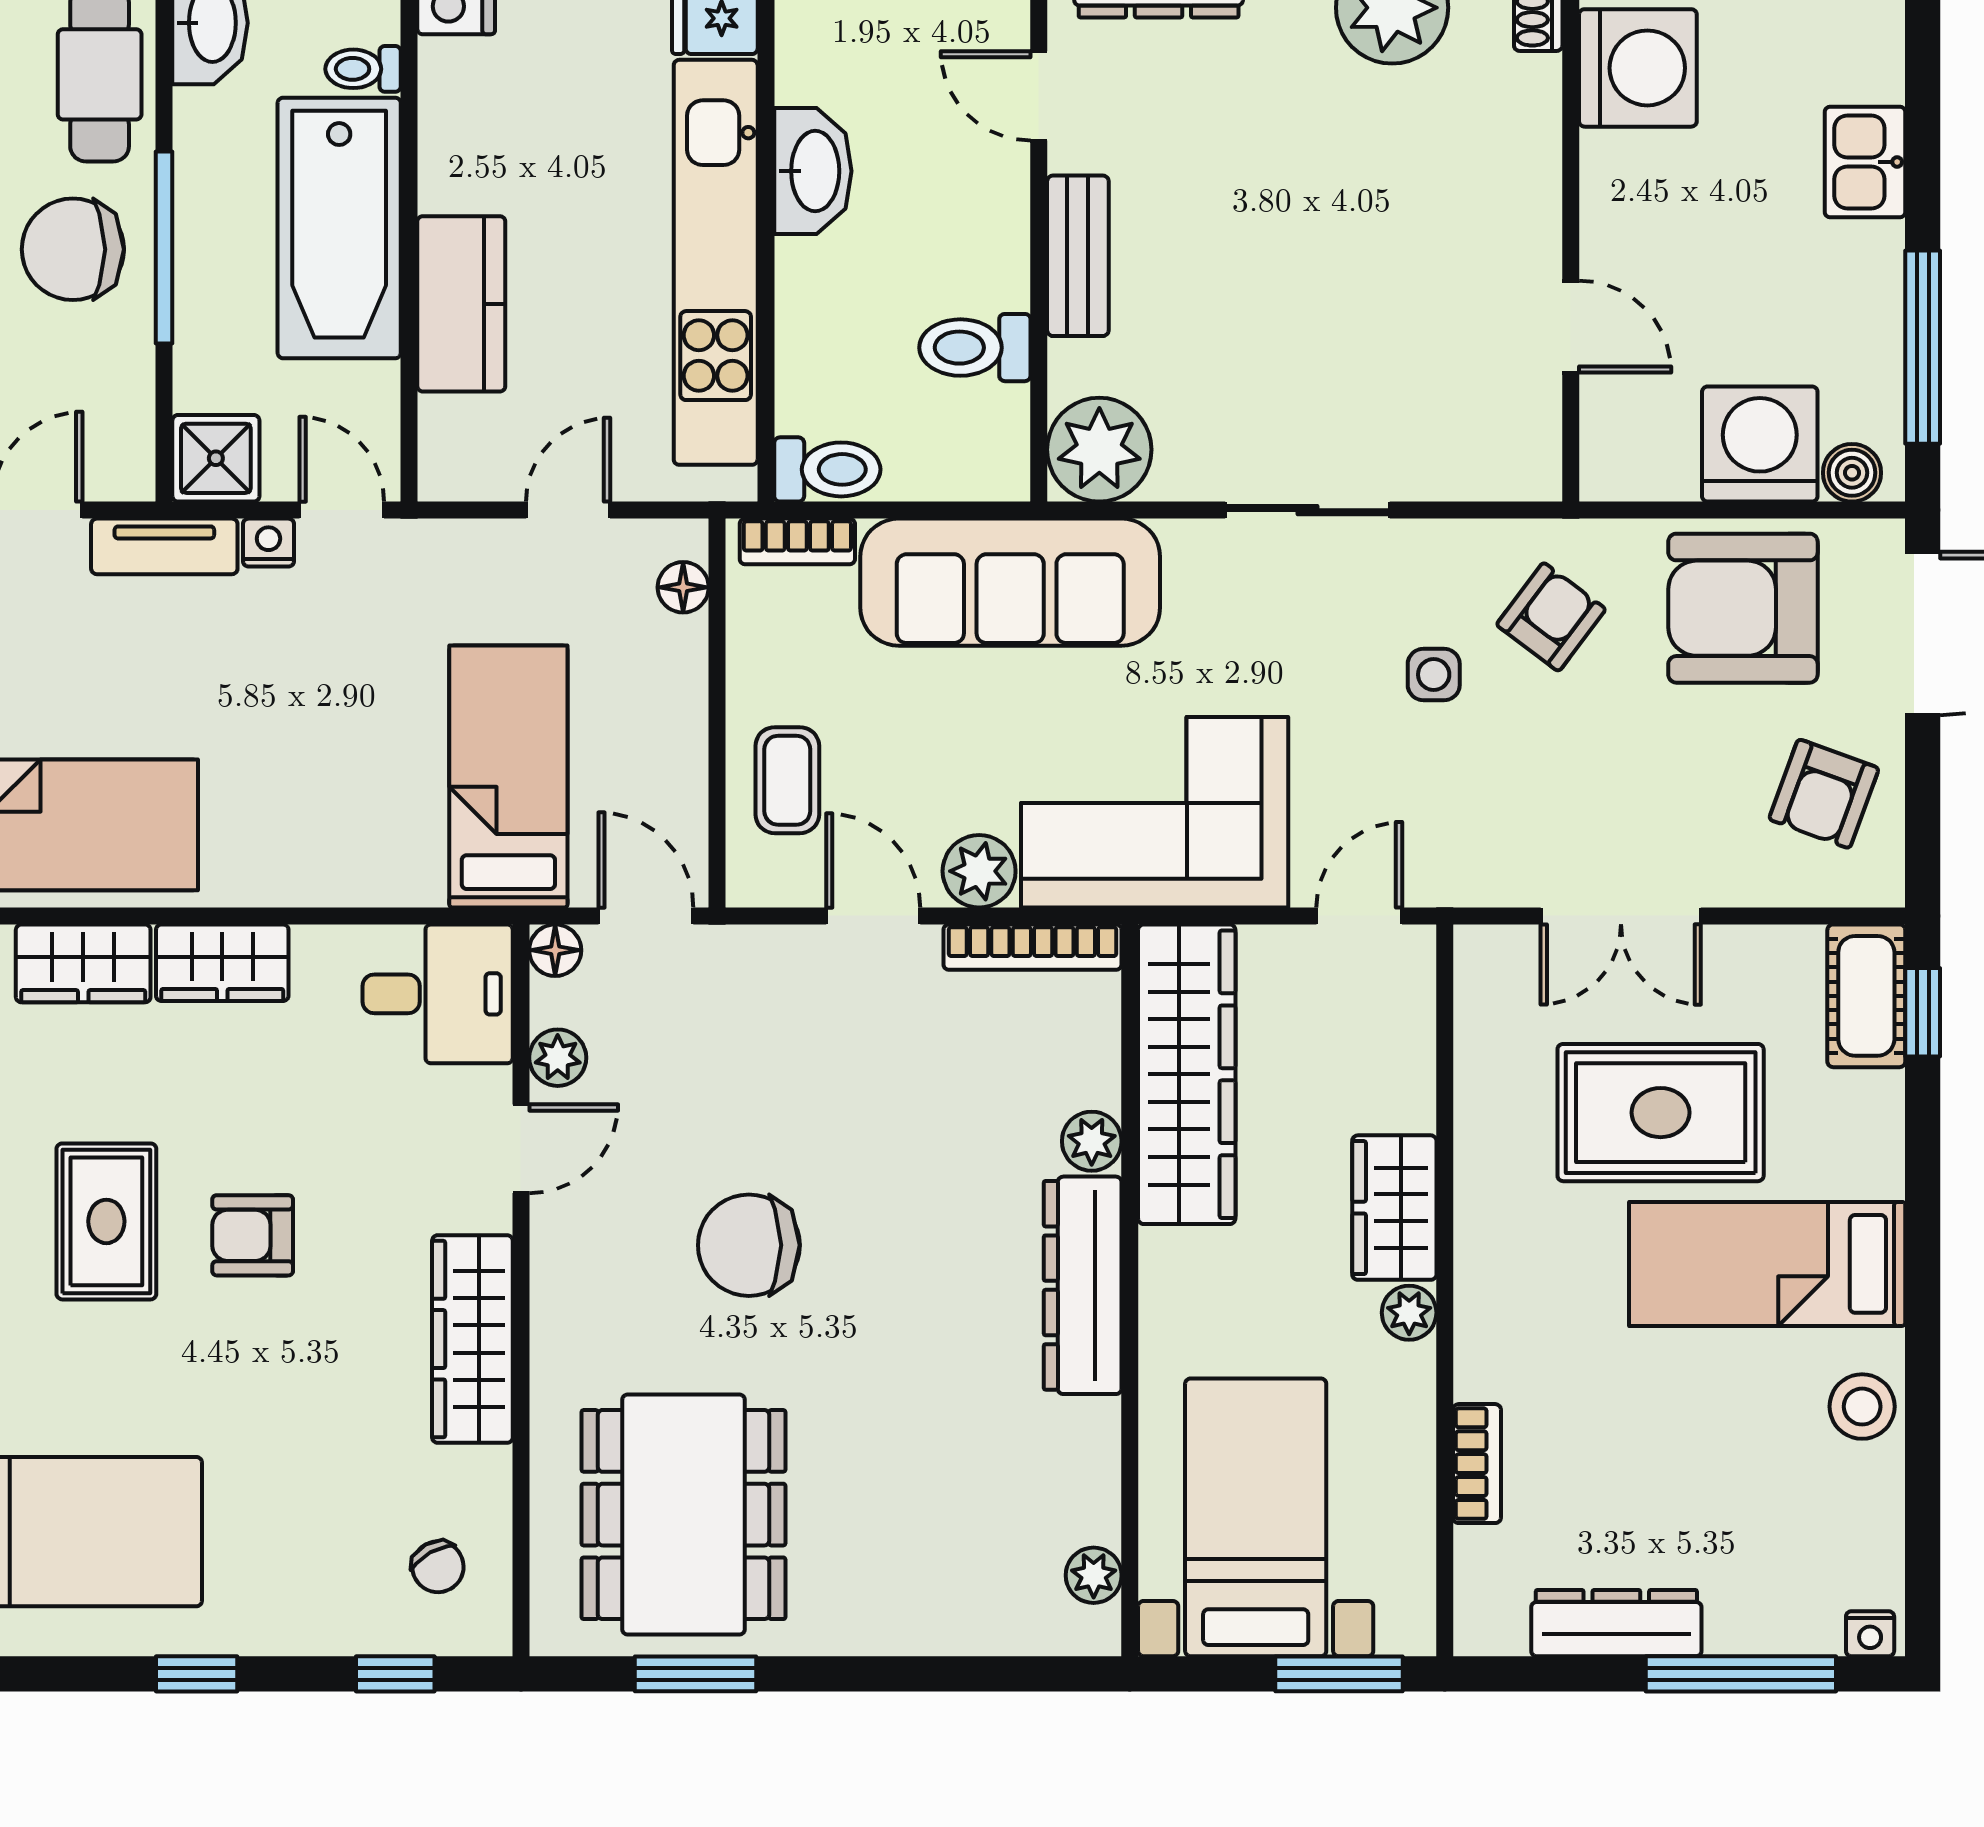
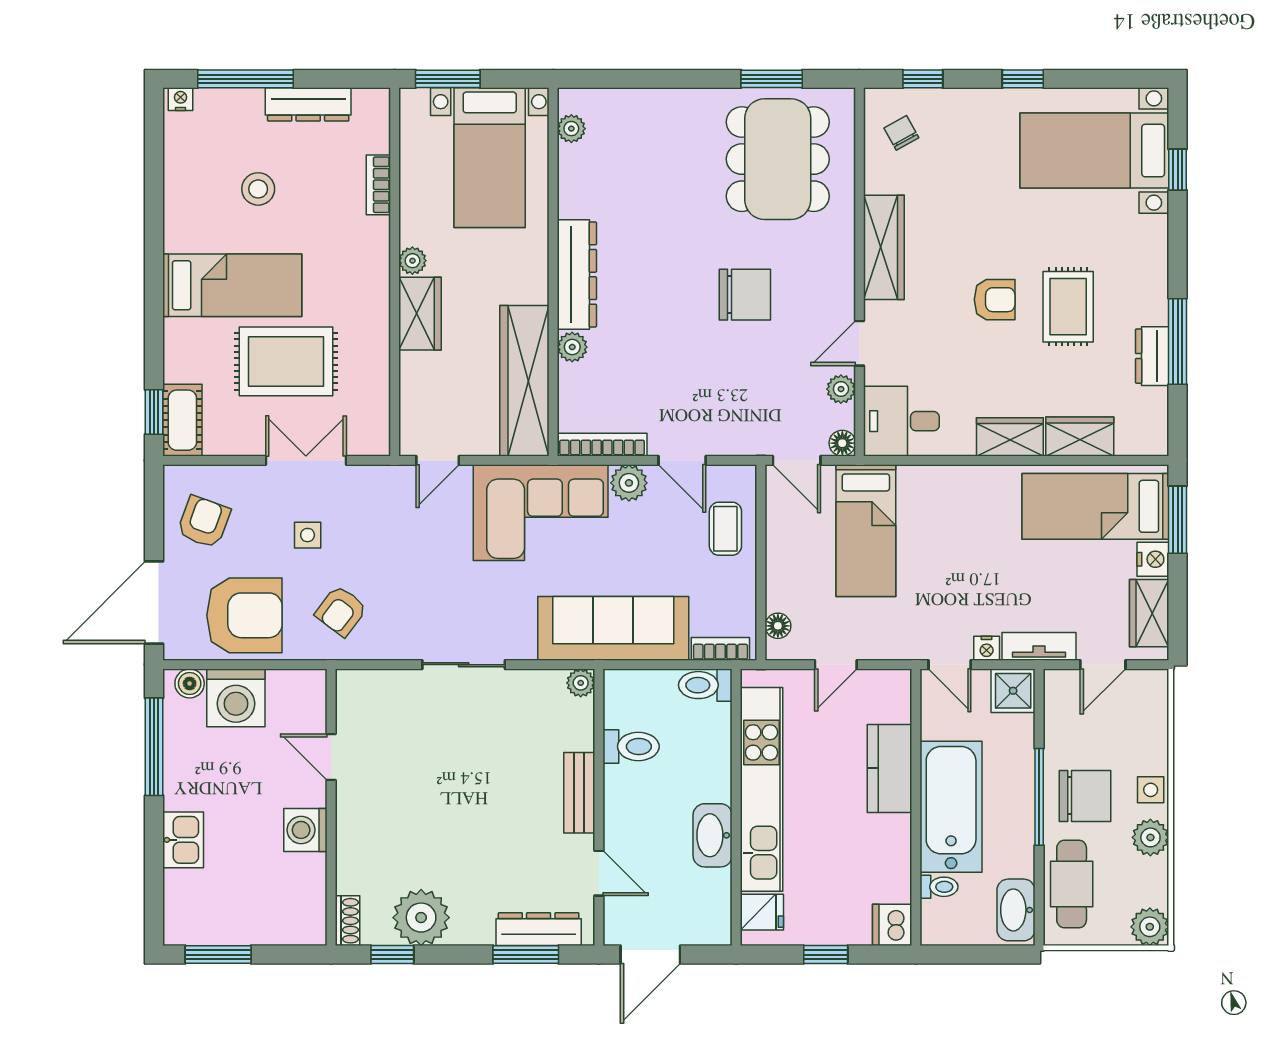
washing machine: (1638, 68) -> (305, 830), moved, width x0.73, depth x0.73
plant: (1099, 450) -> (581, 683), width x0.53, depth x0.53
side table: (1434, 675) -> (308, 535), moved
stool: (1862, 1407) -> (258, 189), moved

